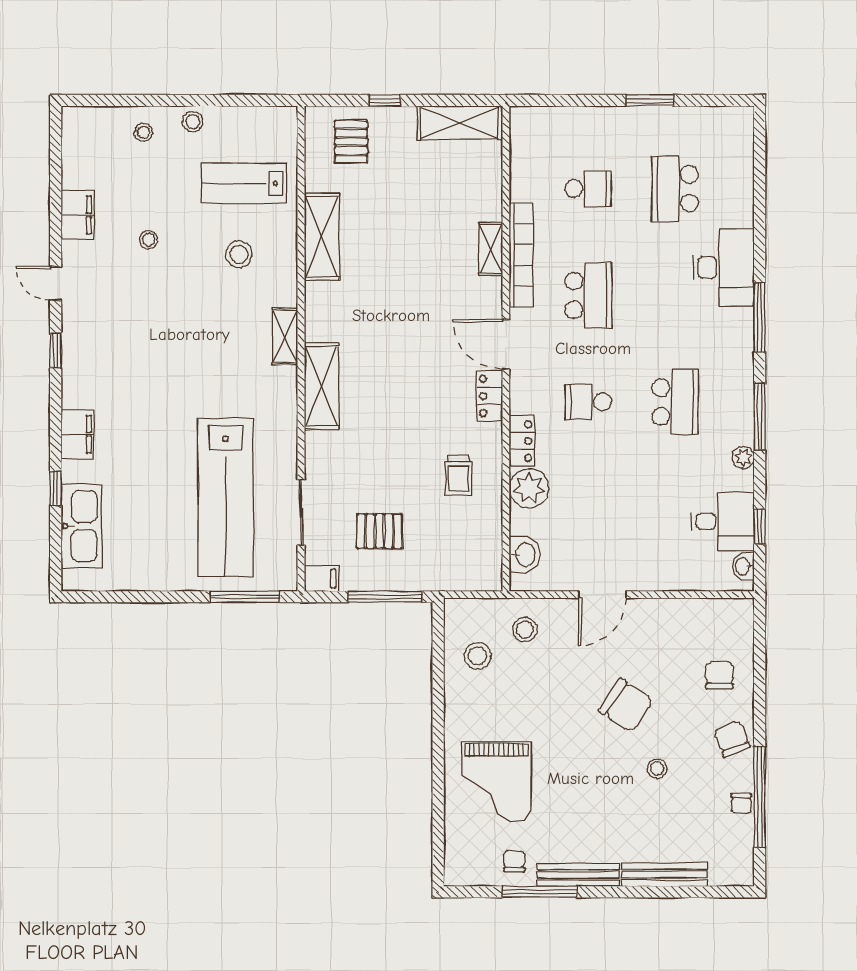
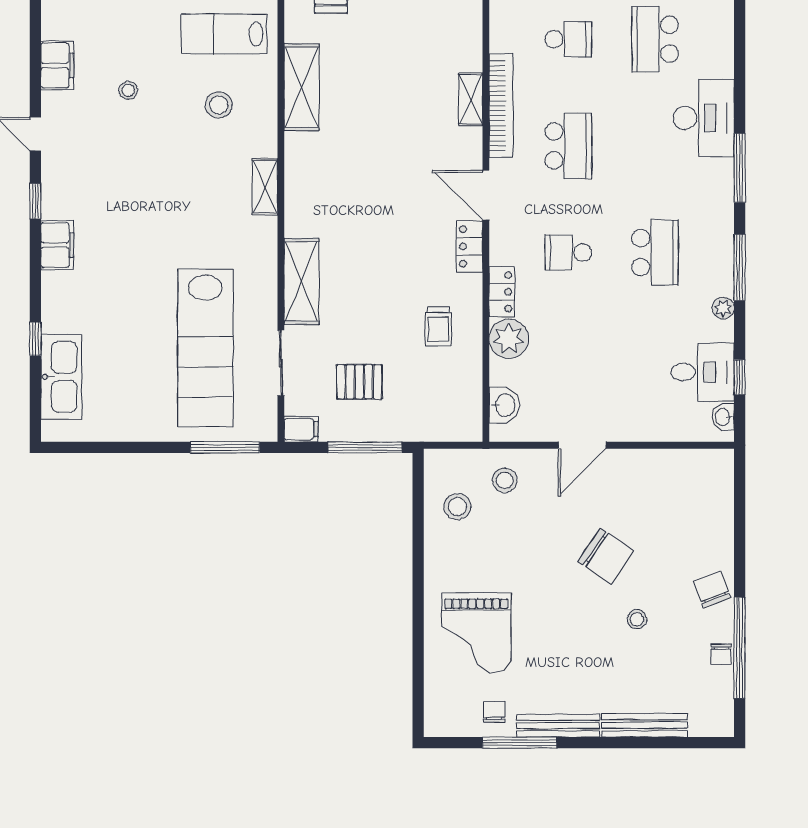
shelving: (322, 386) -> (301, 281), moved
filing cabinet: (77, 434) -> (57, 245), moved
chair: (720, 675) -> (700, 526), removed

